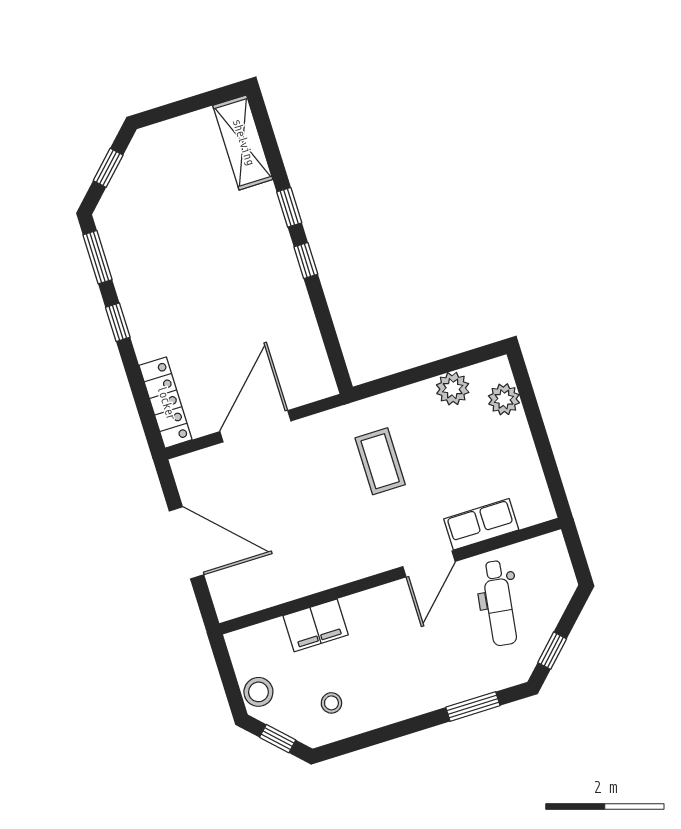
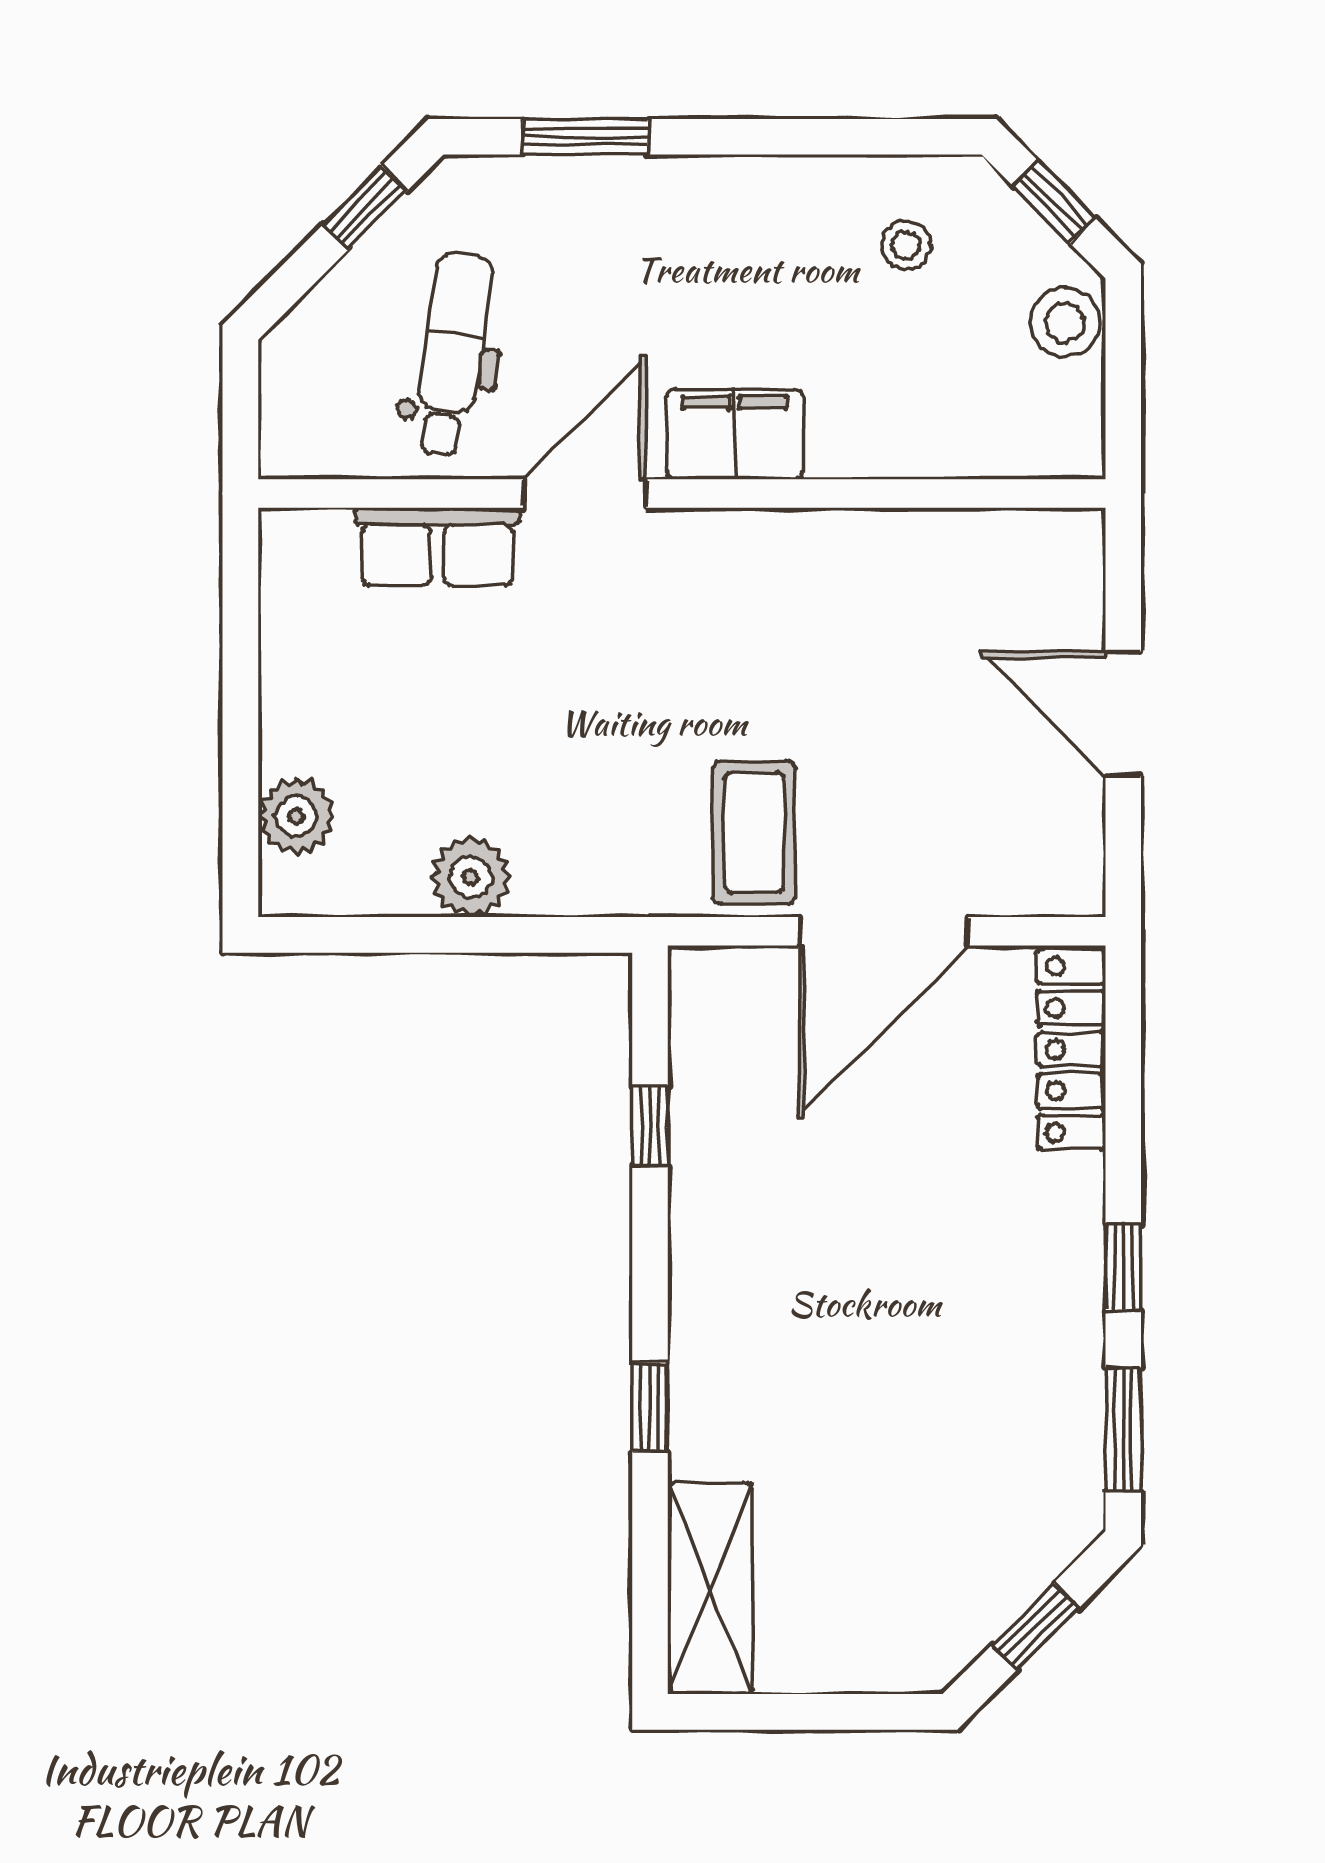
window: (306, 260) -> (650, 1126), moved
plant: (453, 389) -> (470, 877), moved
coffee table: (380, 461) -> (754, 832), moved
door: (187, 543) -> (1123, 714), width x0.73
filing cabinet: (316, 625) -> (735, 434), moved

